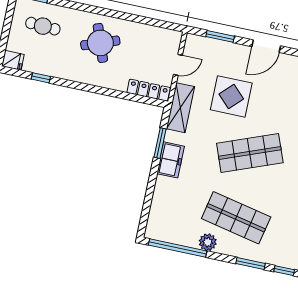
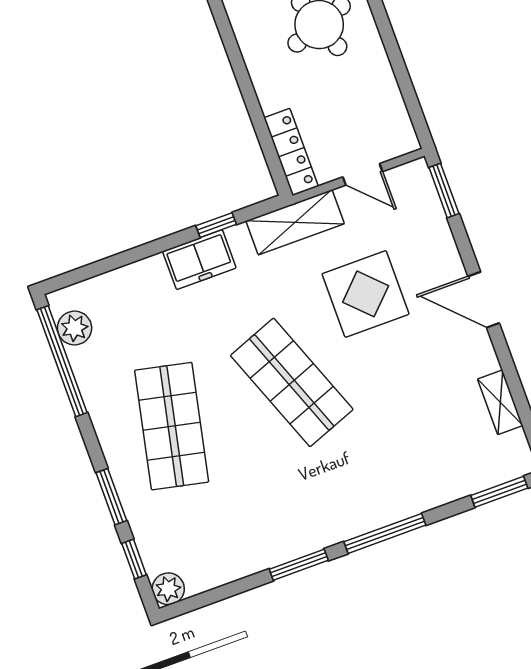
window: (220, 36) -> (444, 191), moved
window: (160, 143) -> (216, 225), width x0.67
plant: (208, 242) -> (75, 328), moved

